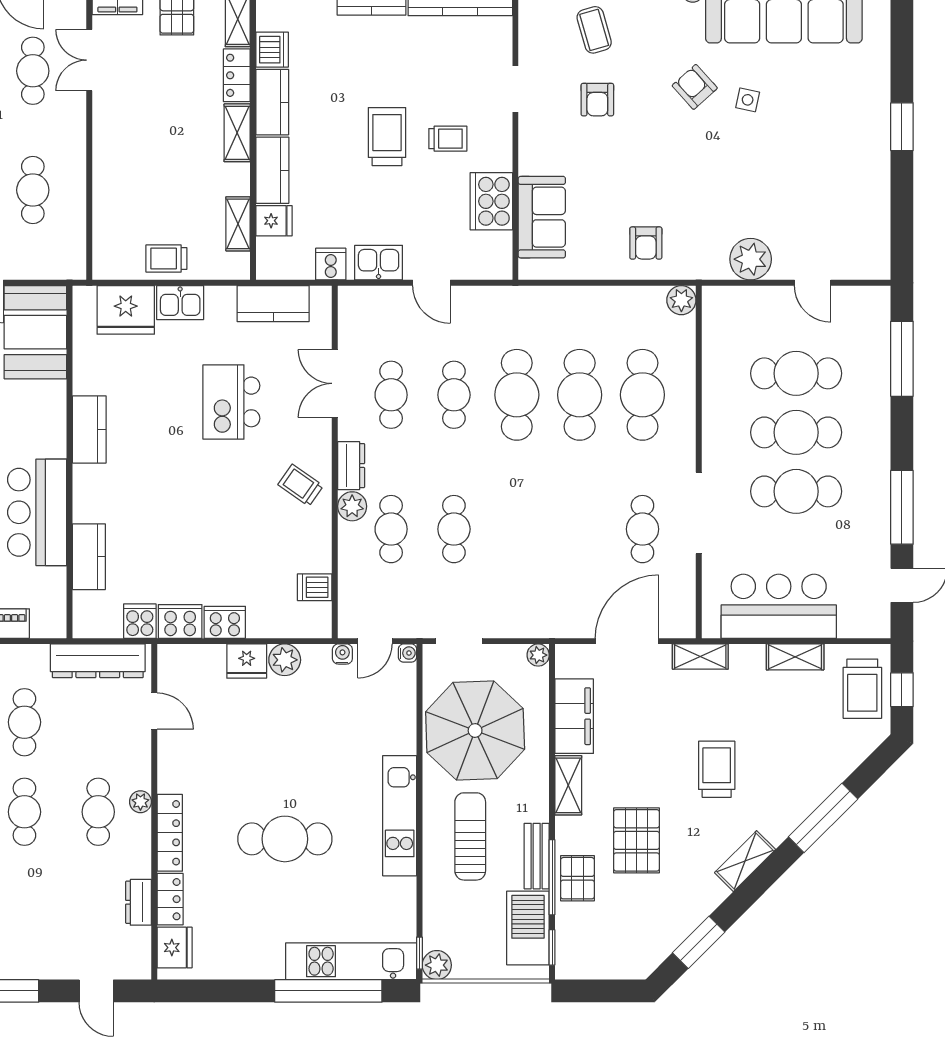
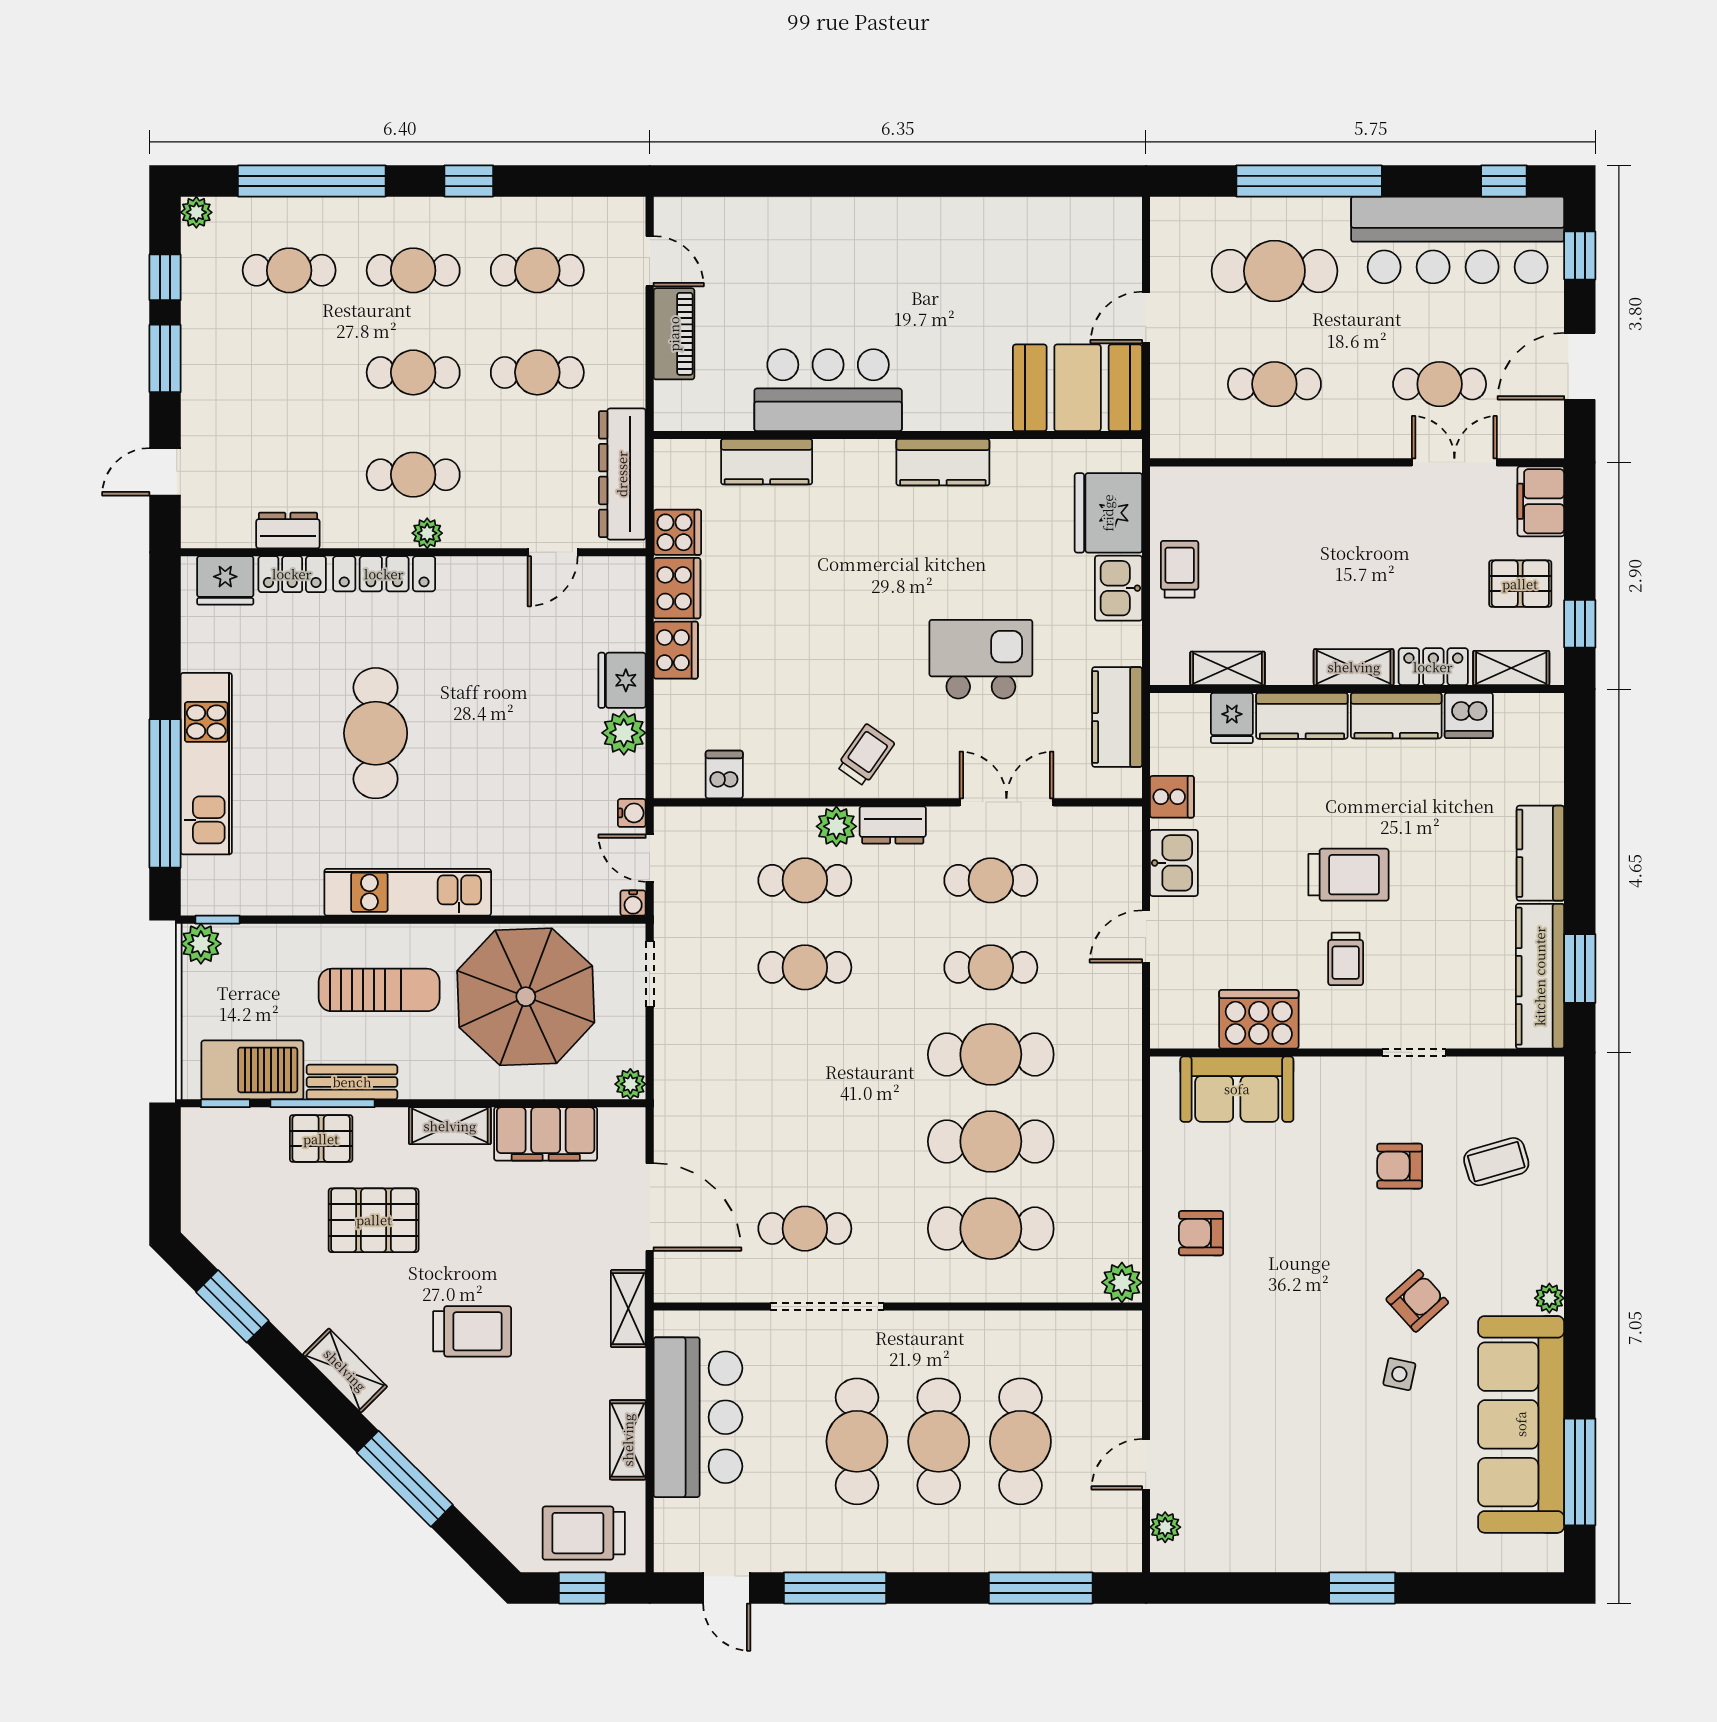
plant: (751, 259) -> (1165, 1527), moved, width x0.53, depth x0.53
kitchen unit: (351, 961) -> (206, 764), moved

